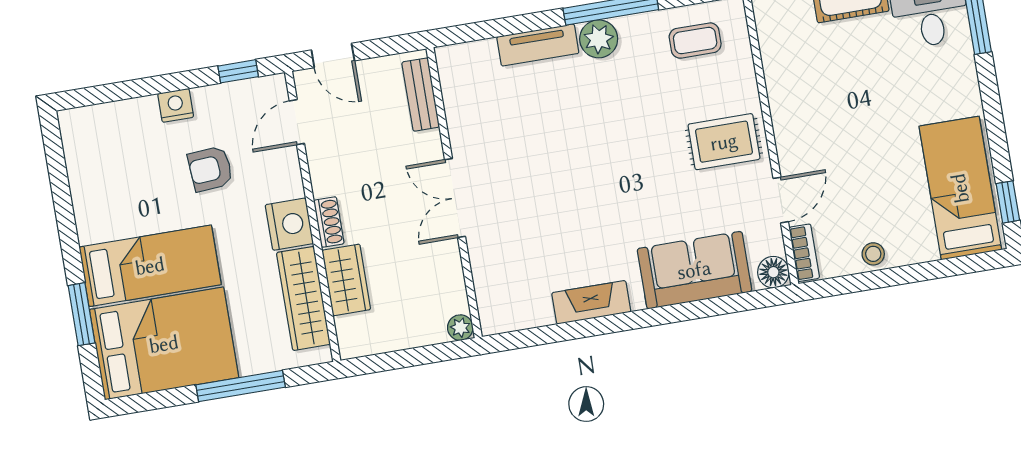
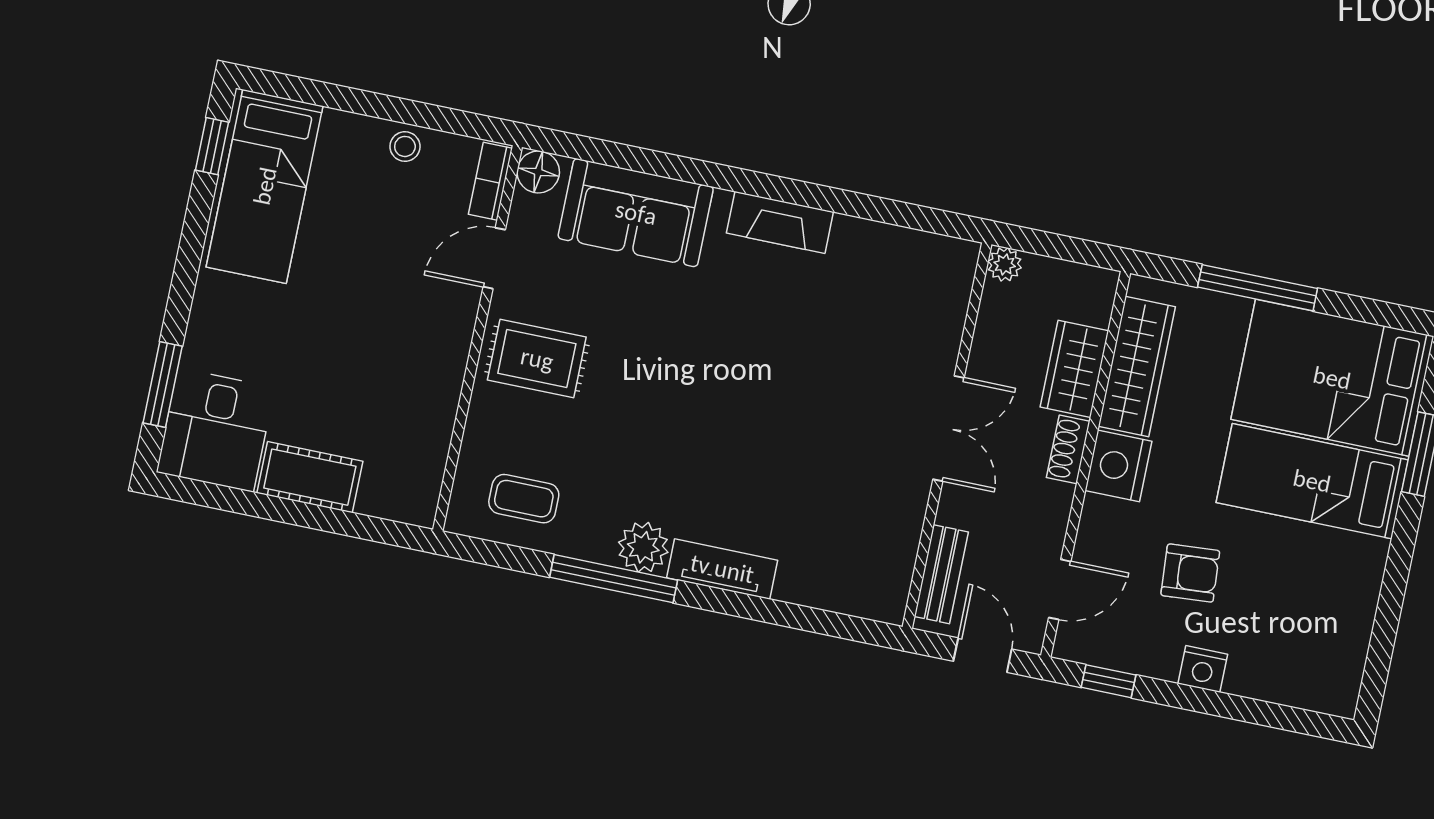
bench: (421, 95) -> (941, 574), moved
wall: (454, 193) -> (947, 436), moved
double door: (455, 198) -> (949, 429), moved
plant: (460, 328) -> (1005, 264), moved

